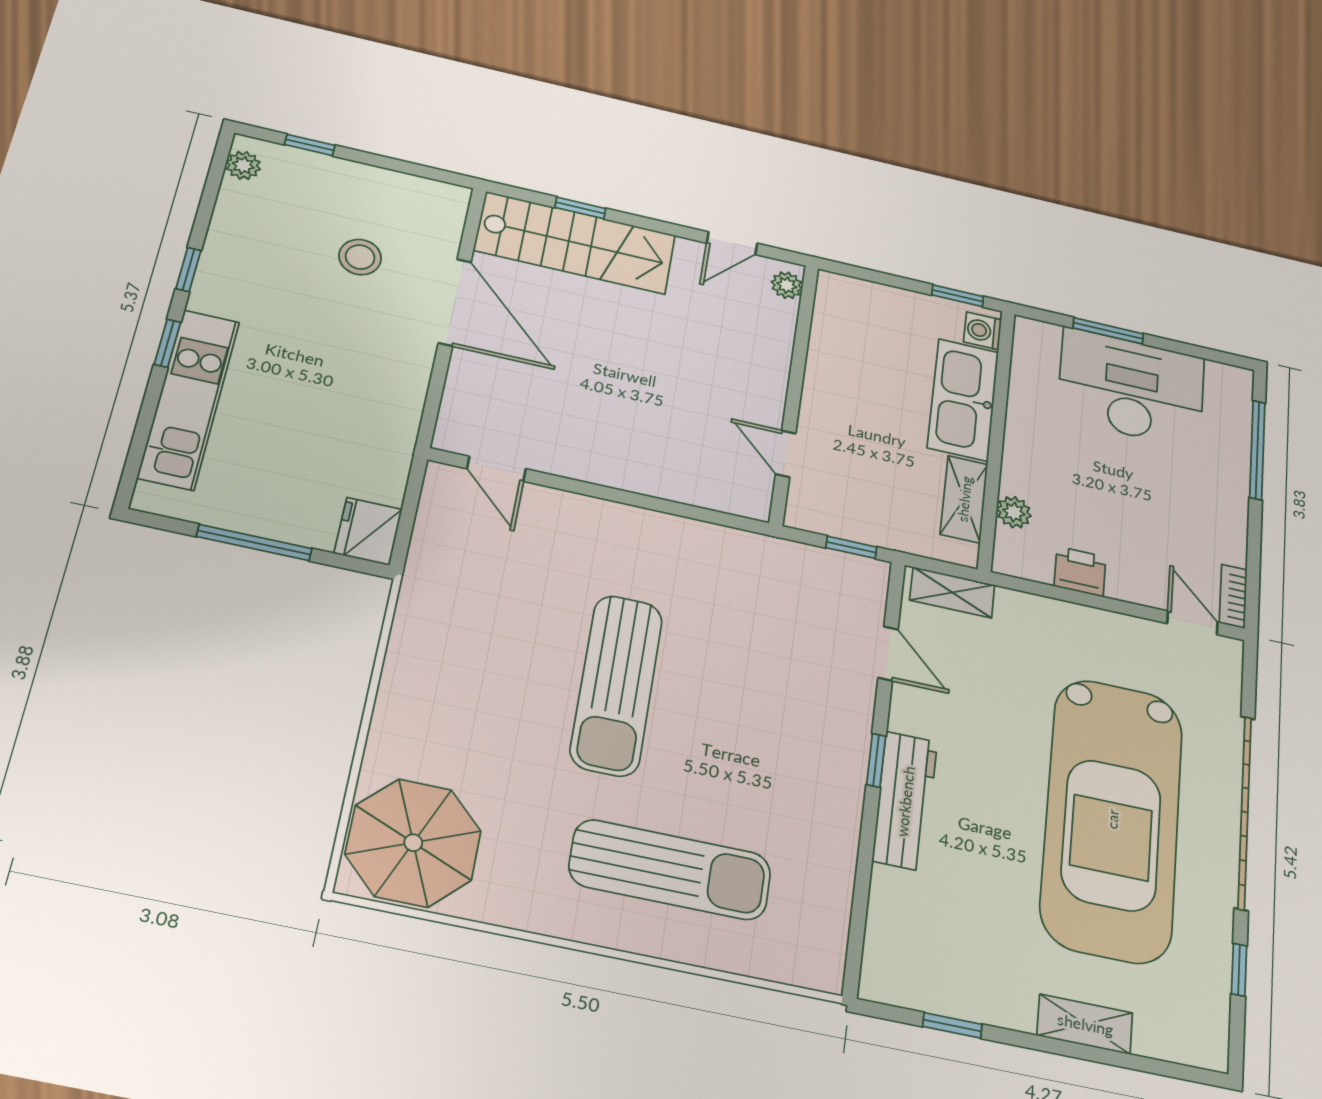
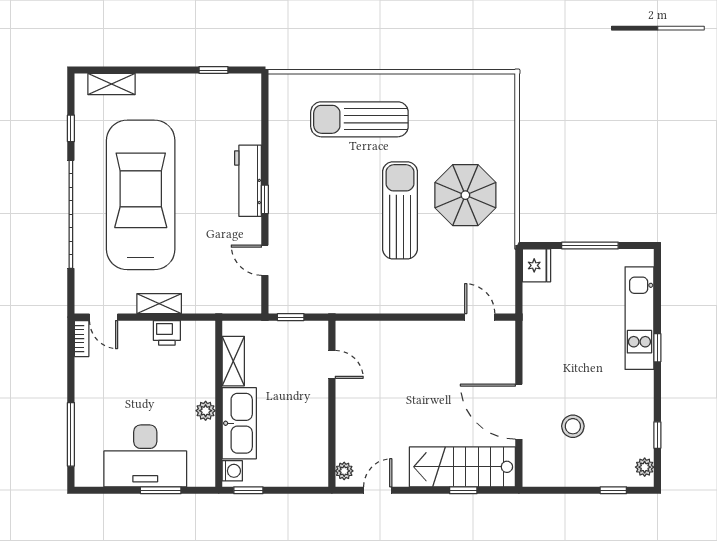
window: (188, 269) -> (657, 435), moved
plant: (1014, 512) -> (206, 411), moved
shelving: (952, 592) -> (159, 304), moved
parasol: (413, 843) -> (465, 195), moved
shelving: (1085, 1024) -> (111, 84), moved

